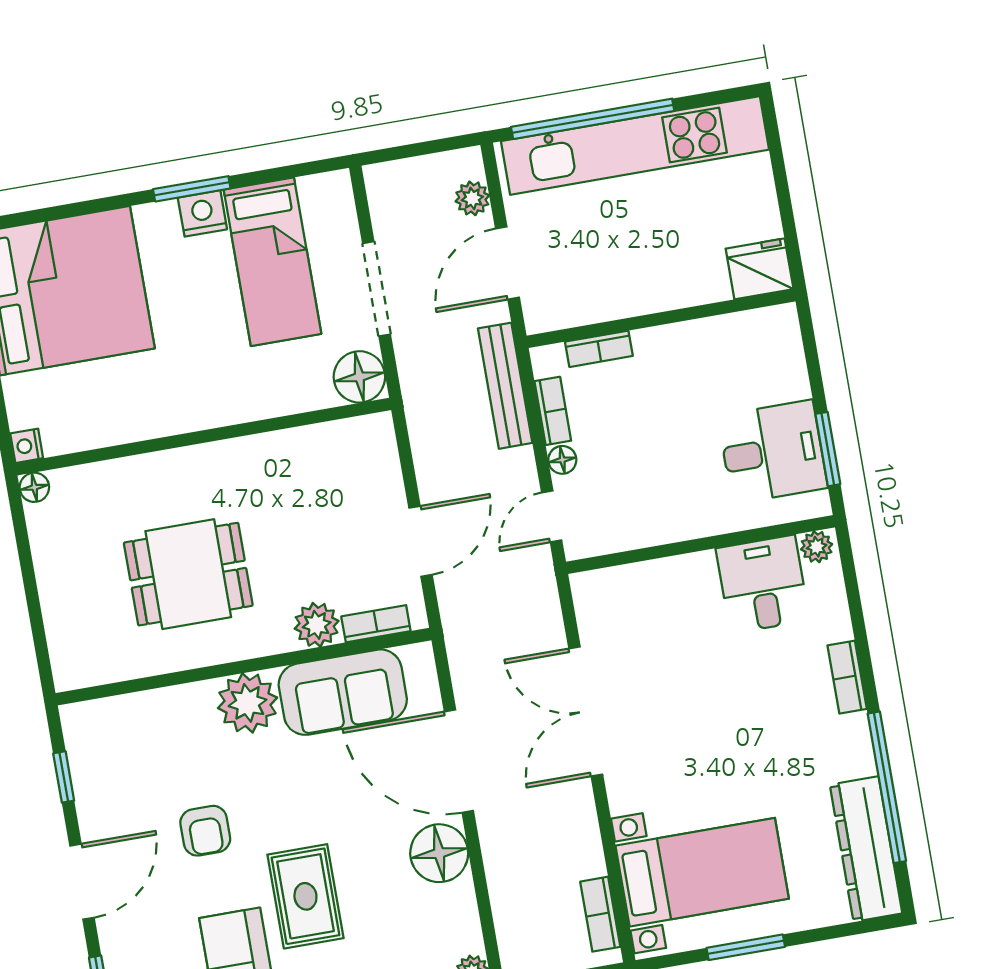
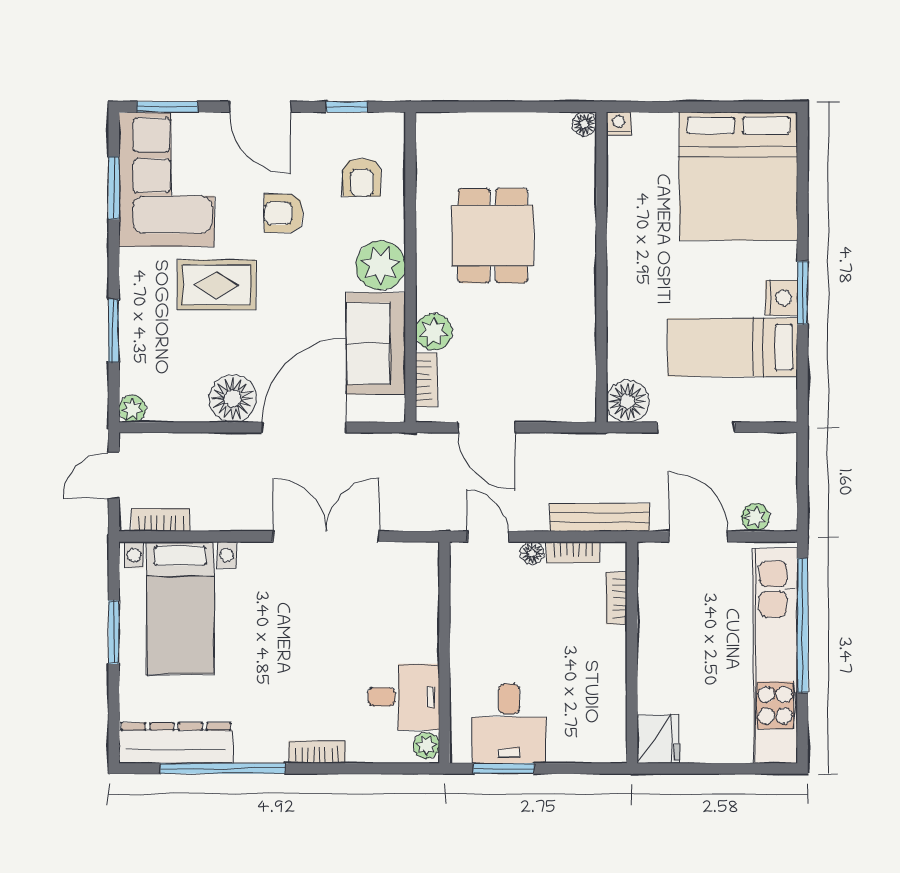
armchair: (146, 744) -> (362, 177), added

